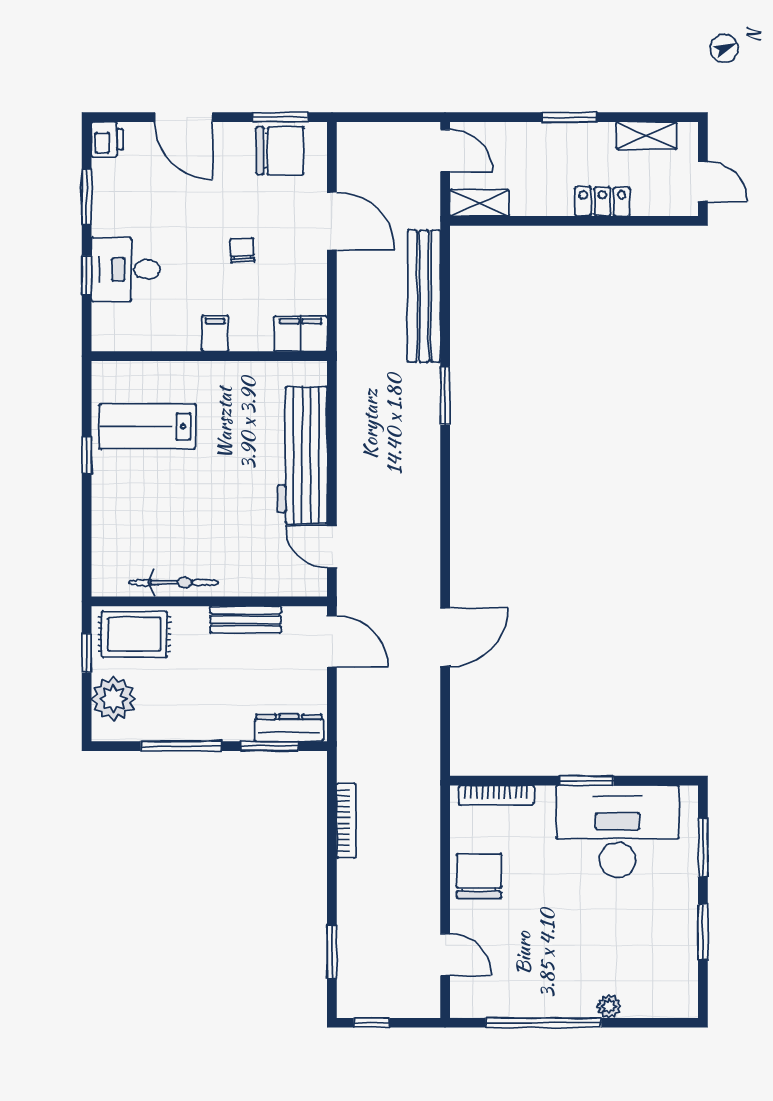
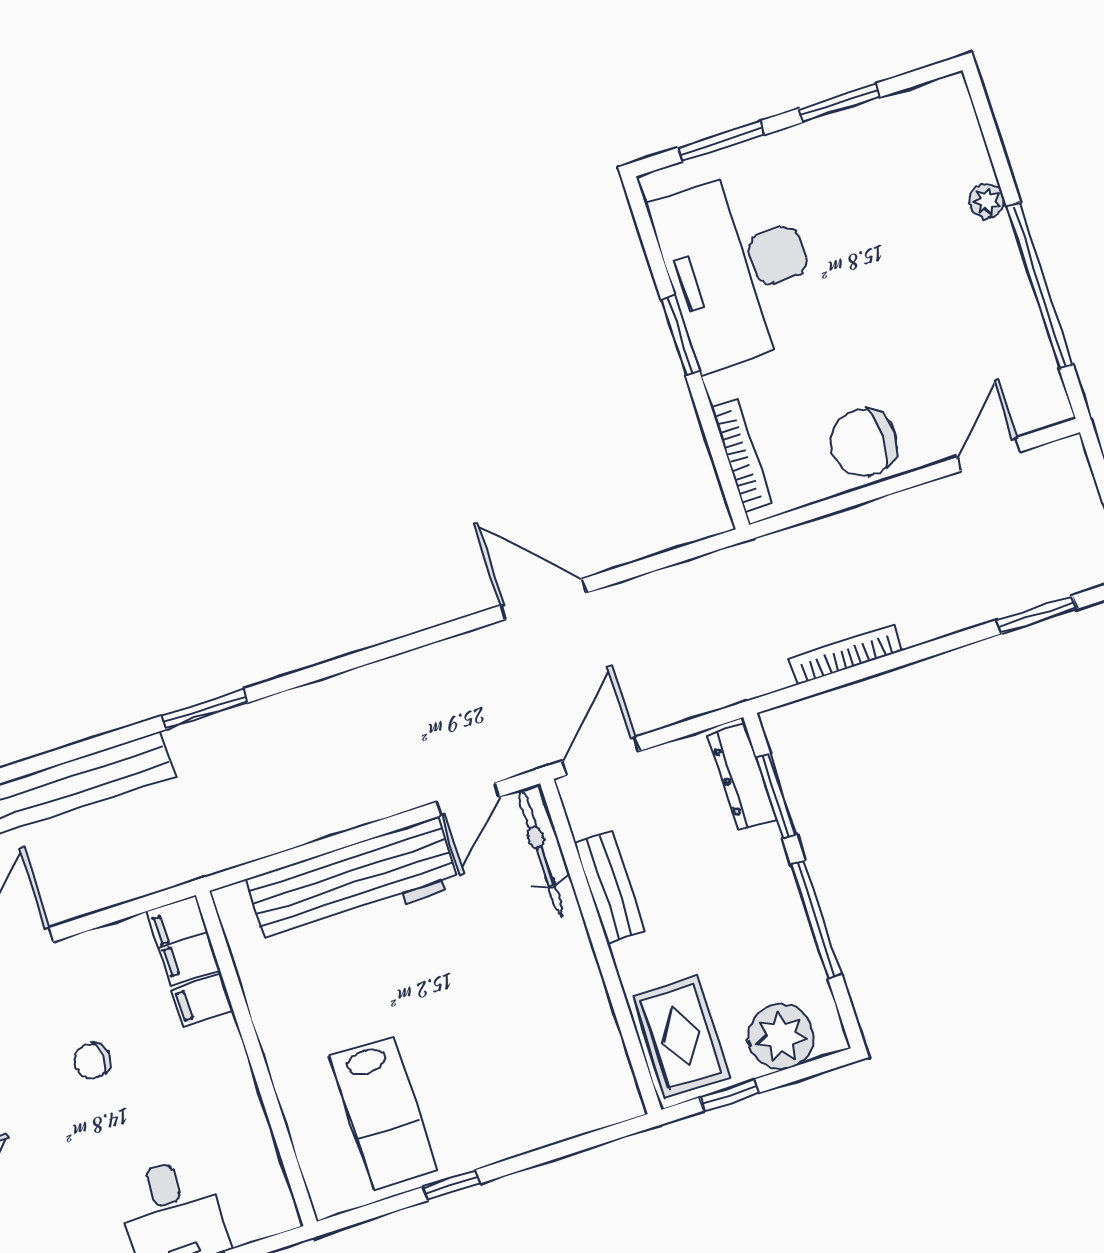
filing cabinet: (215, 334) -> (202, 1000), moved
bicycle: (174, 583) -> (541, 852), moved

